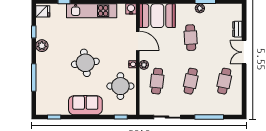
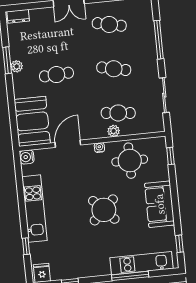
dresser: (237, 29) -> (18, 16), moved
plant: (42, 46) -> (87, 269), removed
round table: (85, 63) -> (104, 210), turned -36
plant: (144, 65) -> (114, 131), moved
kitchen unit: (42, 87) -> (142, 263), added

